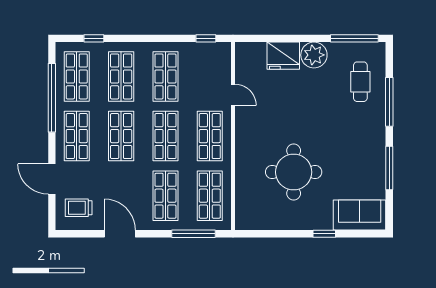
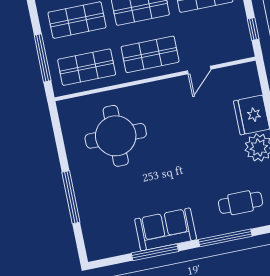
round table: (294, 172) -> (116, 136), moved
sofa: (360, 215) -> (166, 229), moved, turned -90
window: (324, 234) -> (71, 197), width x2.17

